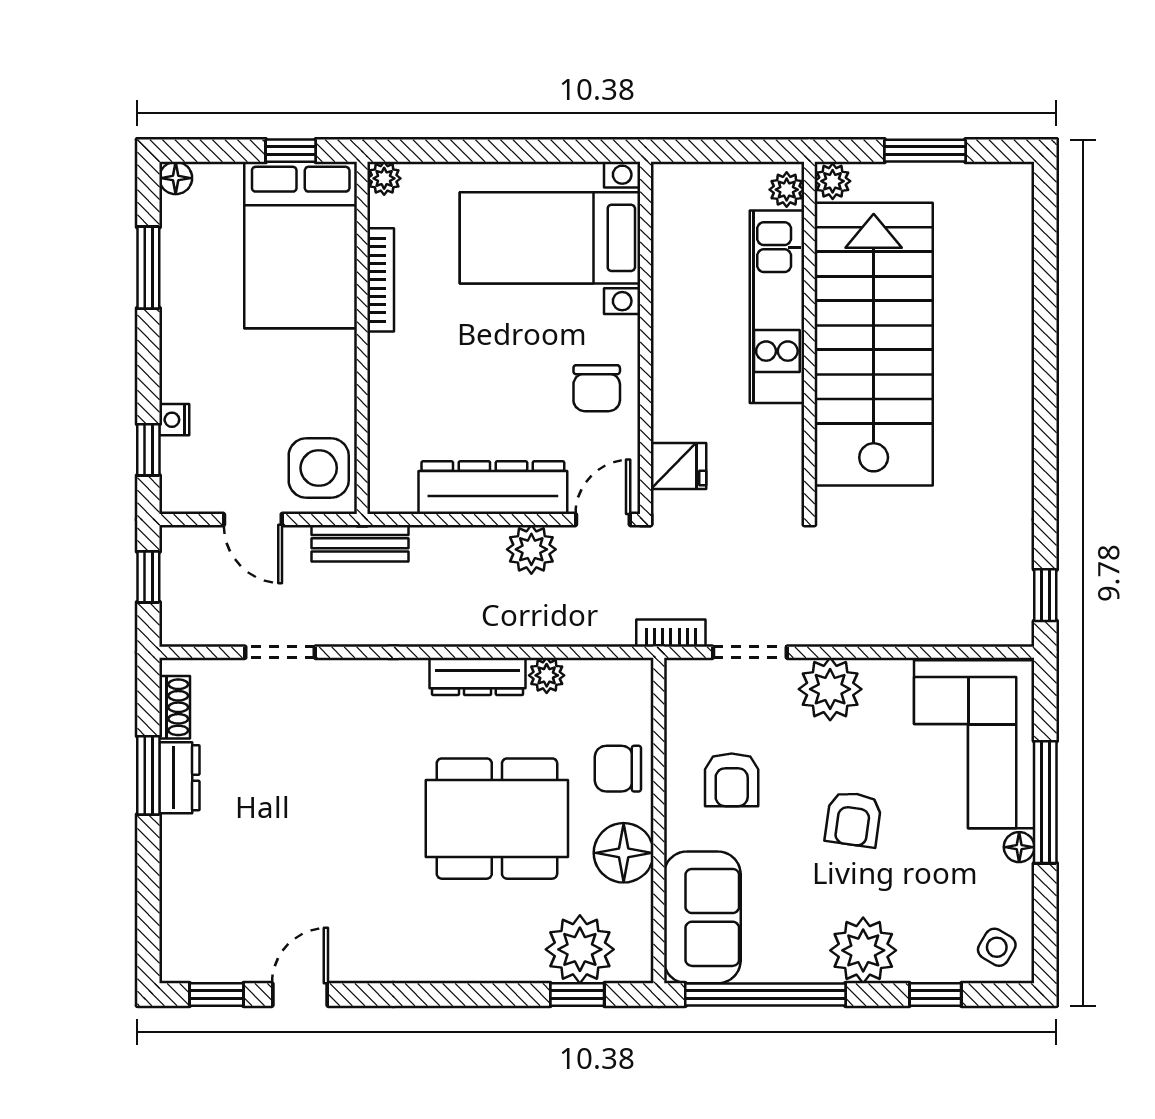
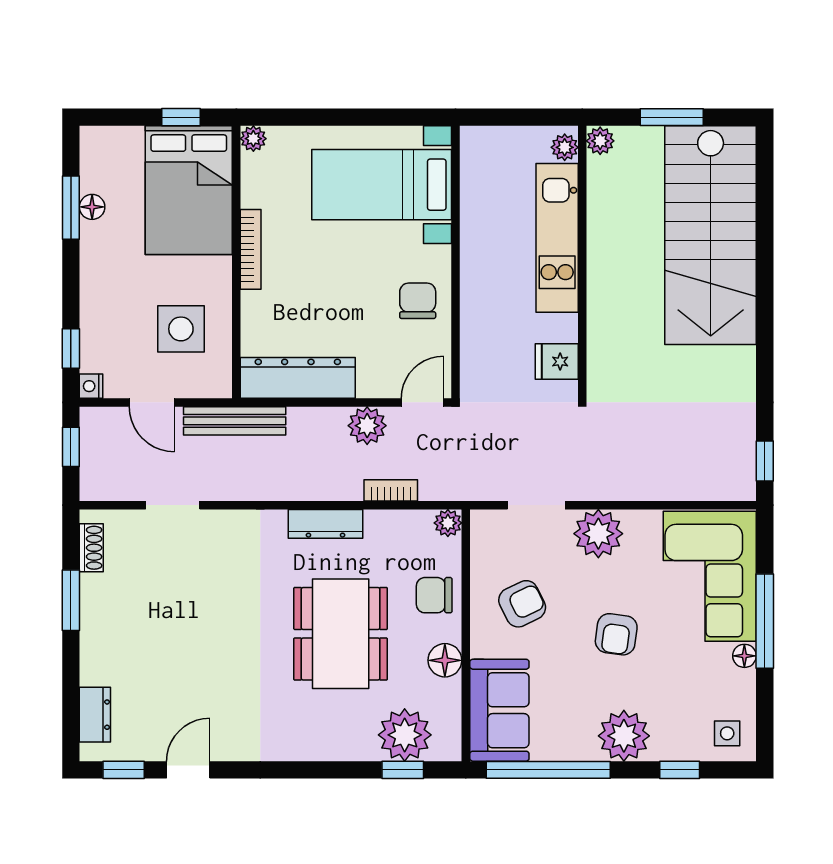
floor lamp: (176, 178) -> (92, 207), moved
bookcase: (381, 280) -> (251, 249), moved
stairs: (874, 344) -> (711, 235), moved, turned 180
chair: (597, 388) -> (418, 301), turned 180
nightstand: (174, 420) -> (91, 386), moved
fridge: (678, 466) -> (557, 362), moved, turned 180
side table: (319, 468) -> (181, 329), moved
dresser: (493, 488) -> (298, 378), moved
bench: (360, 543) -> (235, 421), width x1.36
bookcase: (671, 633) -> (391, 490), moved
plant: (547, 675) -> (448, 523), moved
dresser: (179, 778) -> (95, 715), moved
armchair: (732, 780) -> (522, 604), turned -116
dining table: (497, 819) -> (341, 634), turned 90
floor lamp: (624, 853) -> (445, 660), width x0.73, depth x0.73
side table: (997, 947) -> (727, 733), turned -31

